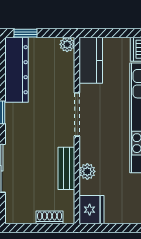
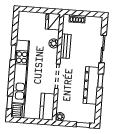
dresser: (17, 70) -> (91, 85), moved

